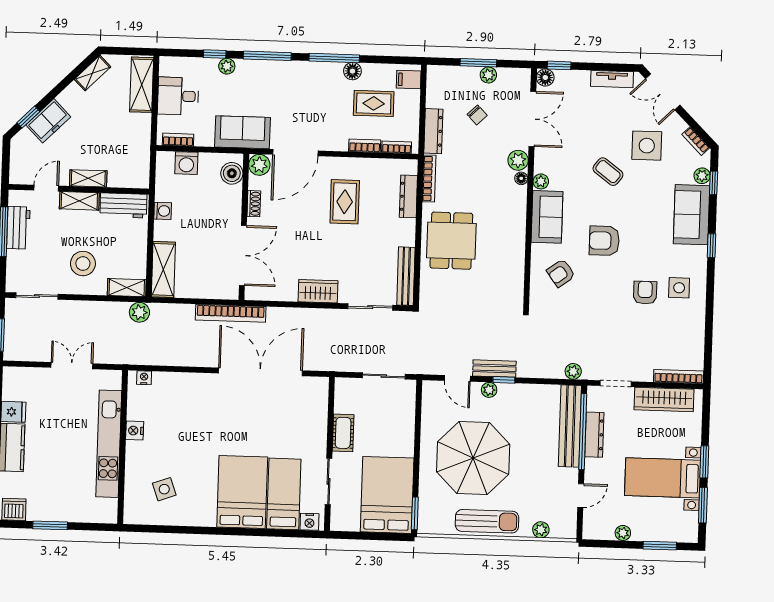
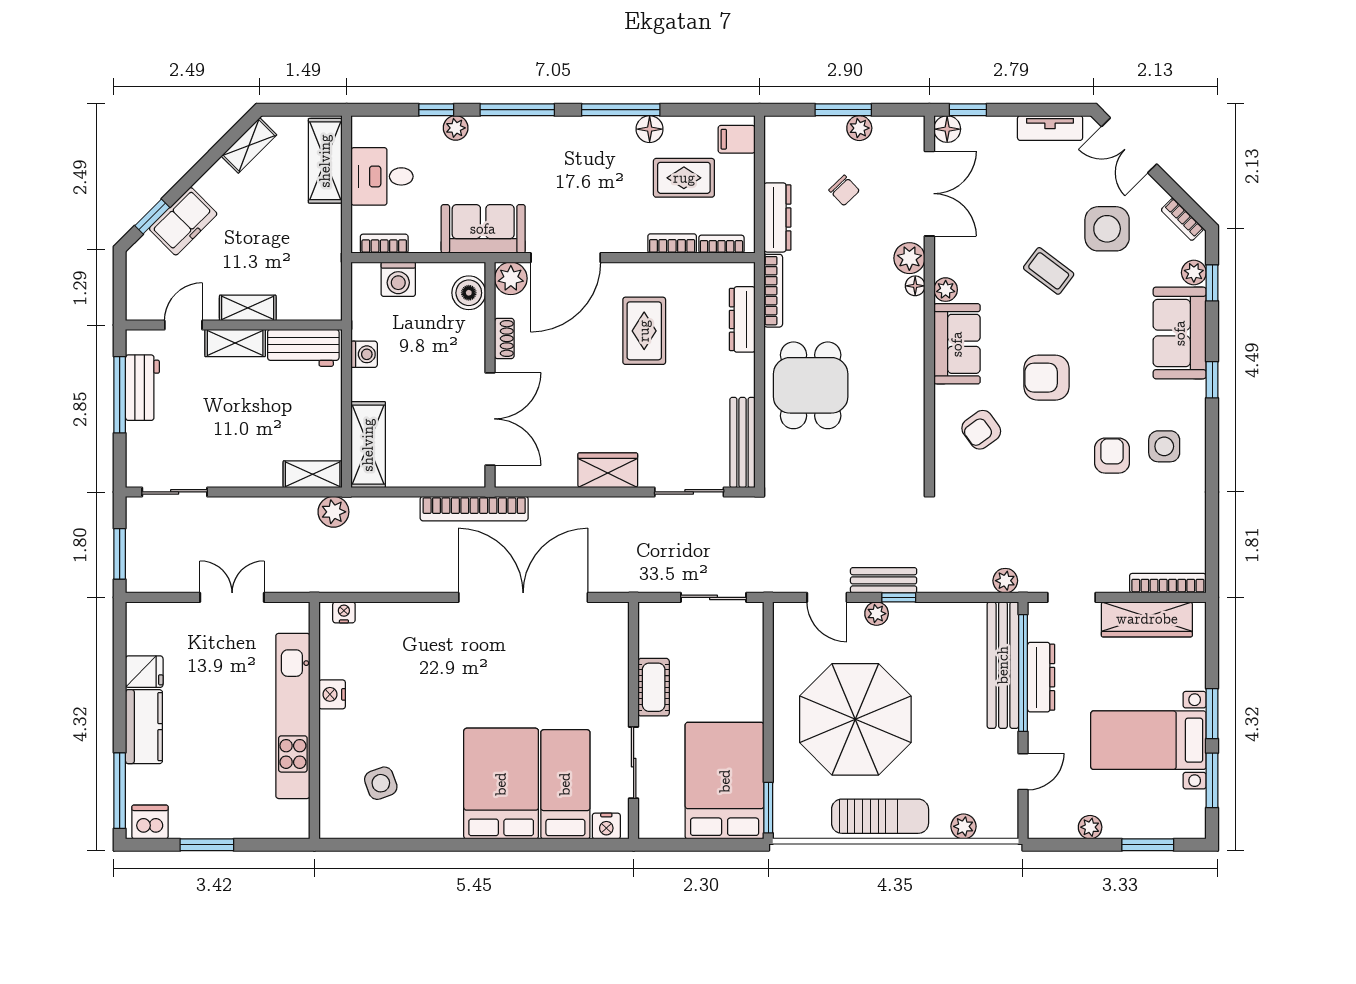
stool: (83, 264) -> (244, 439), removed

